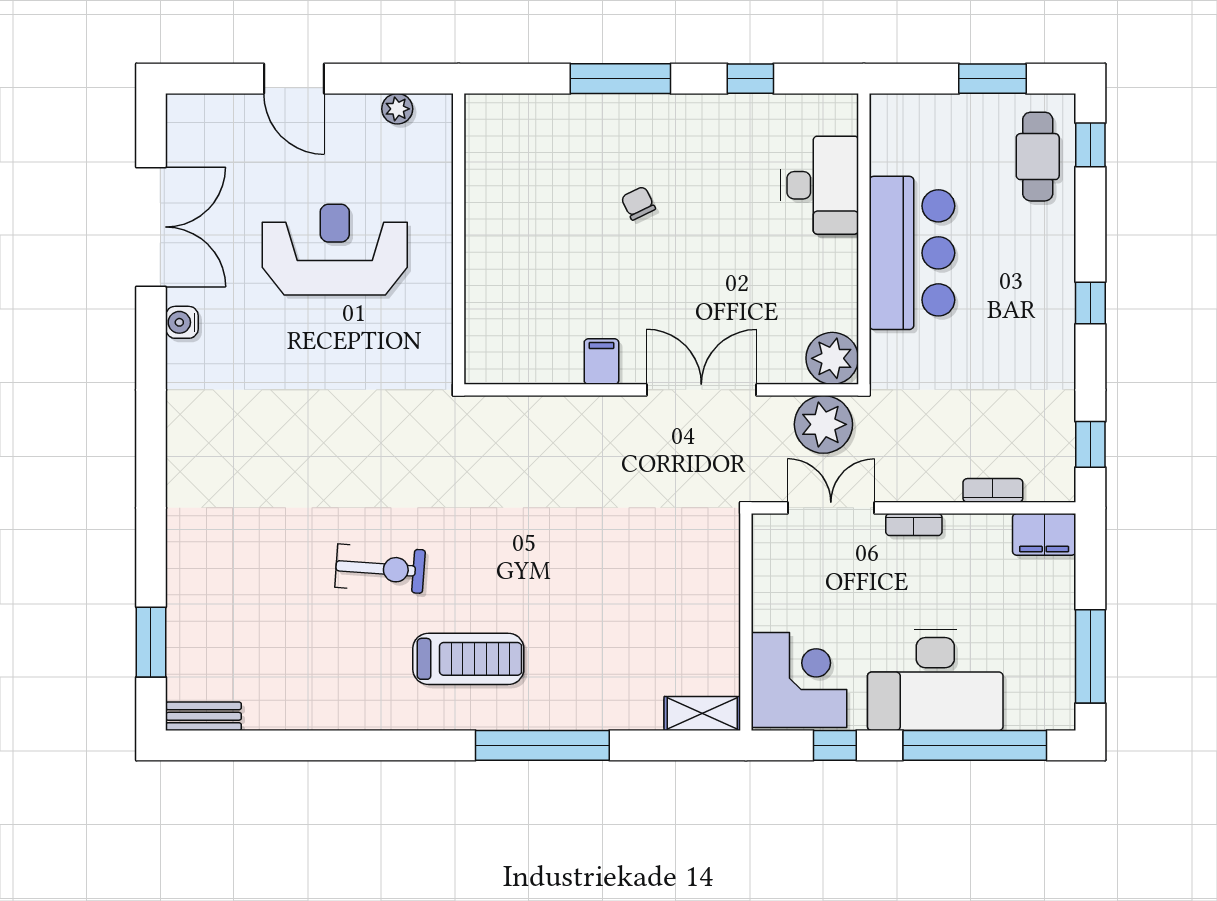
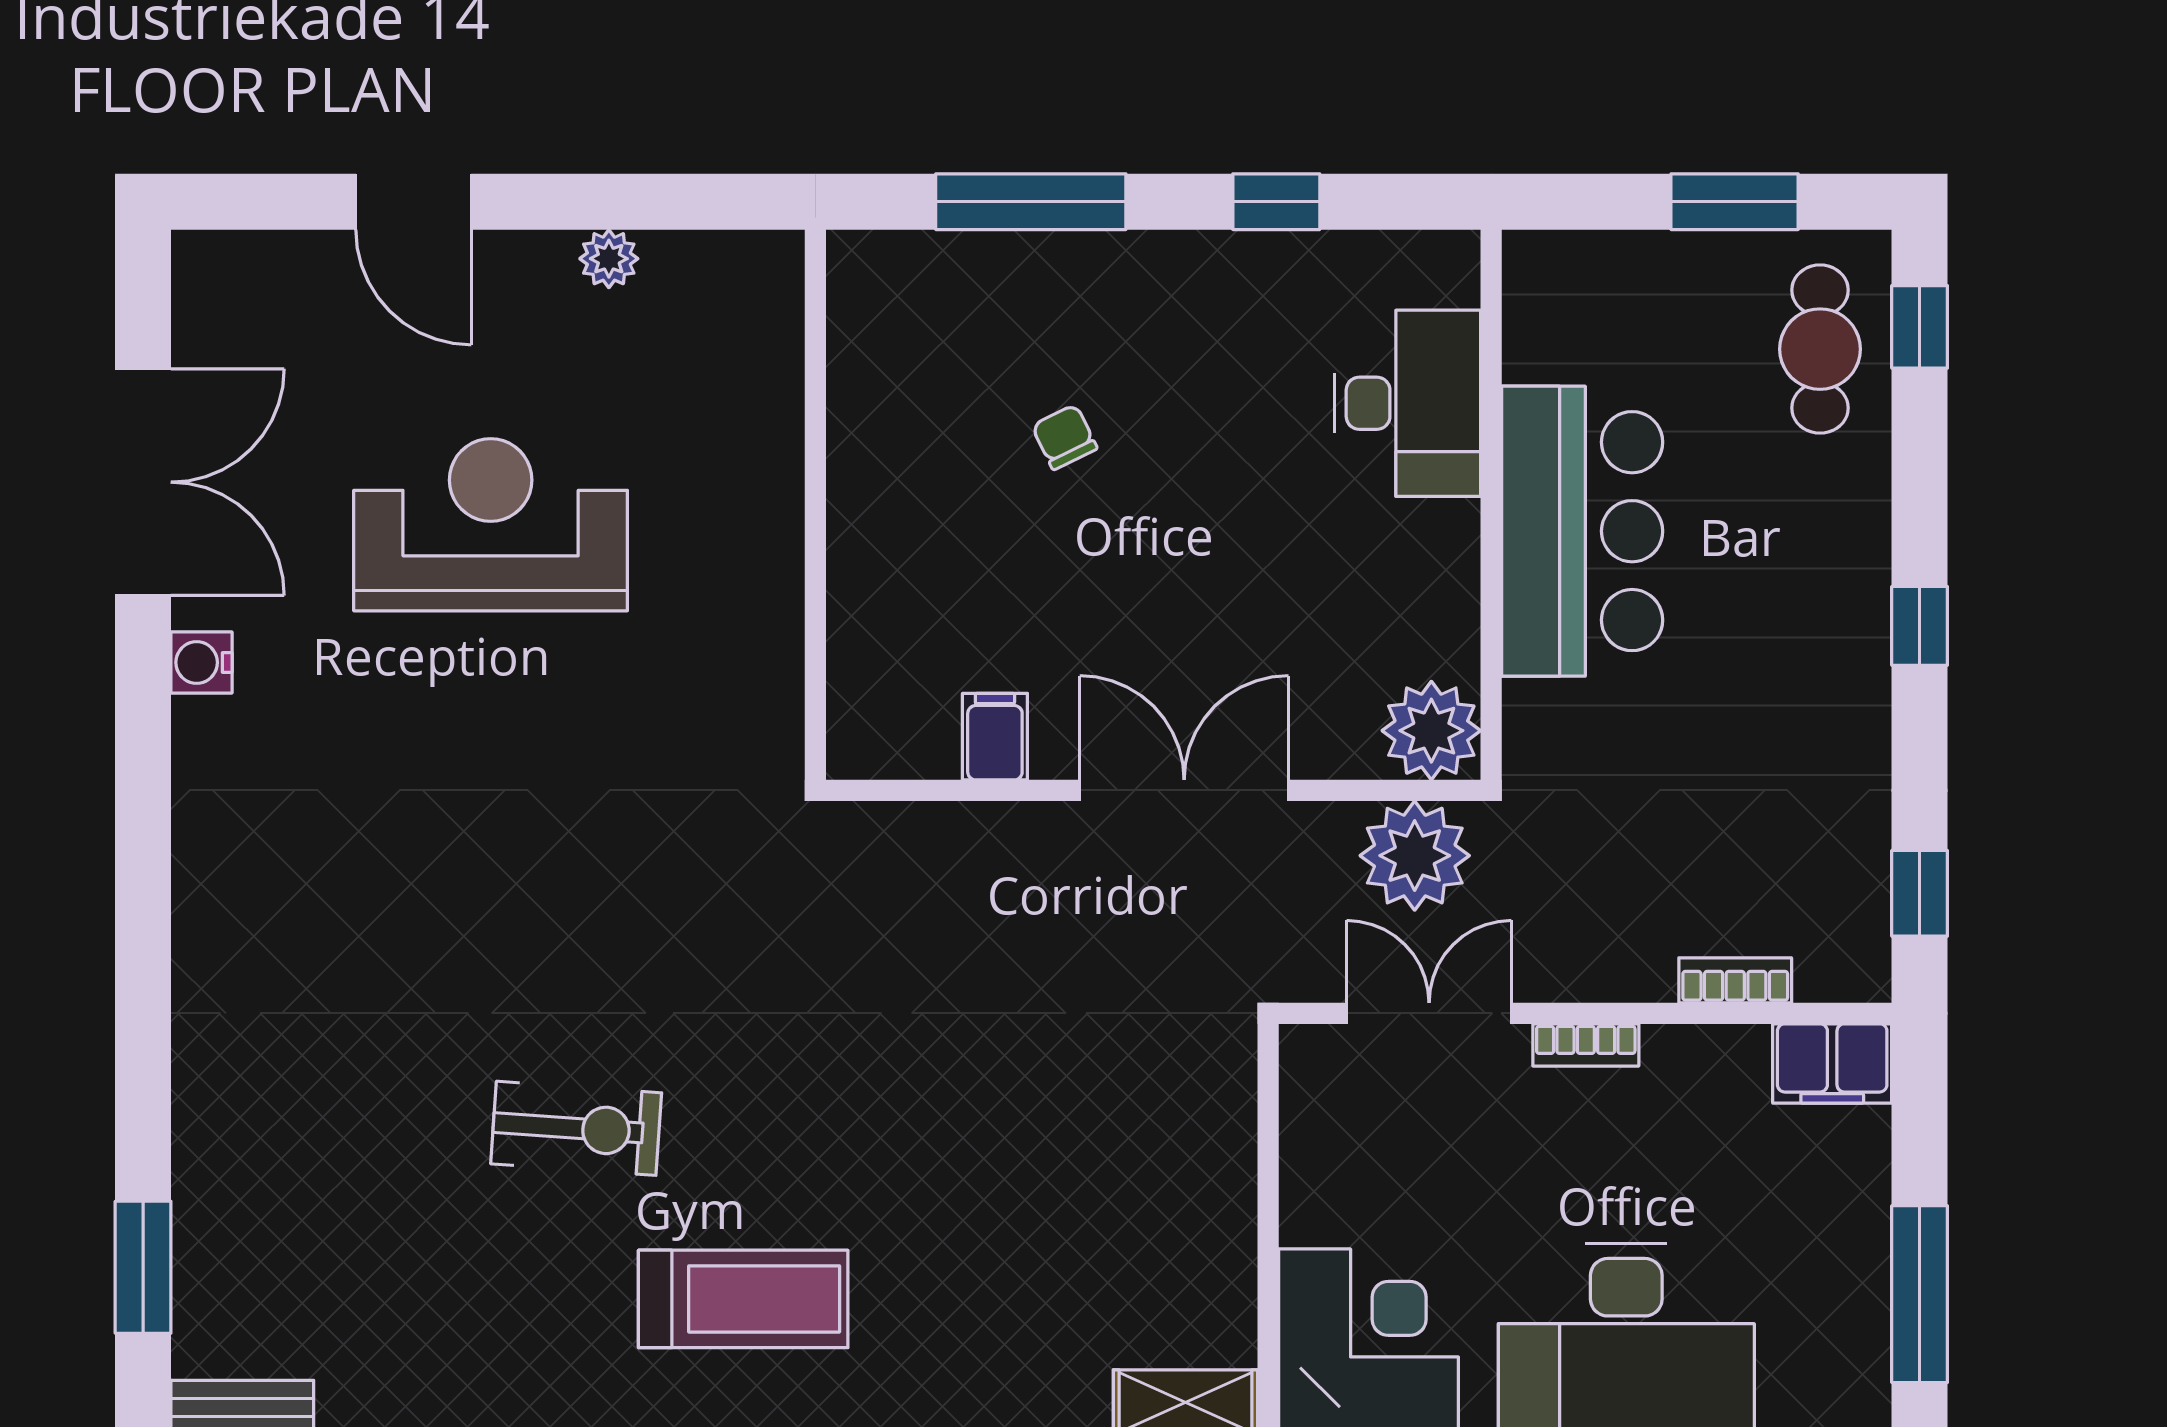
wall: (459, 239) -> (815, 505), moved

